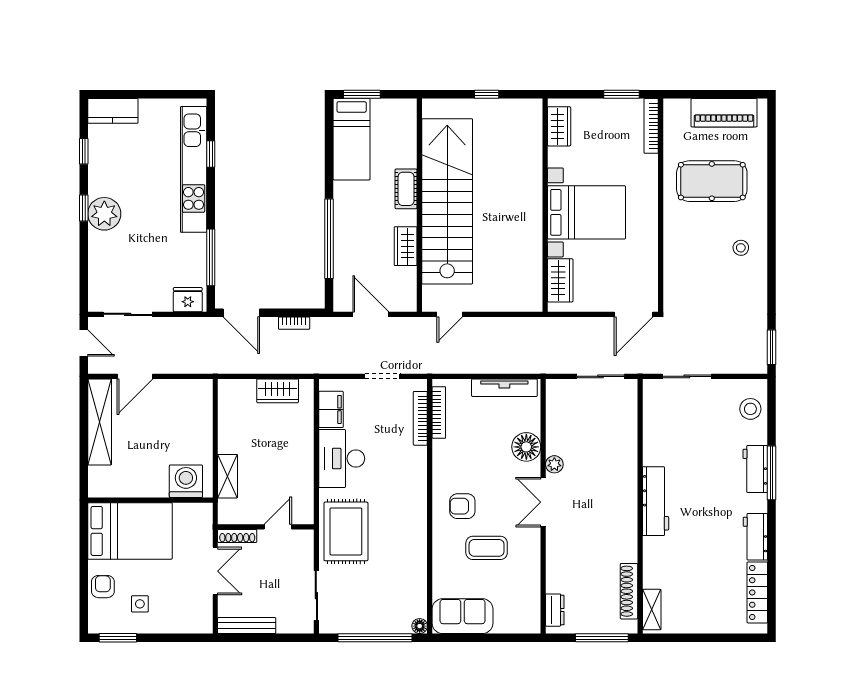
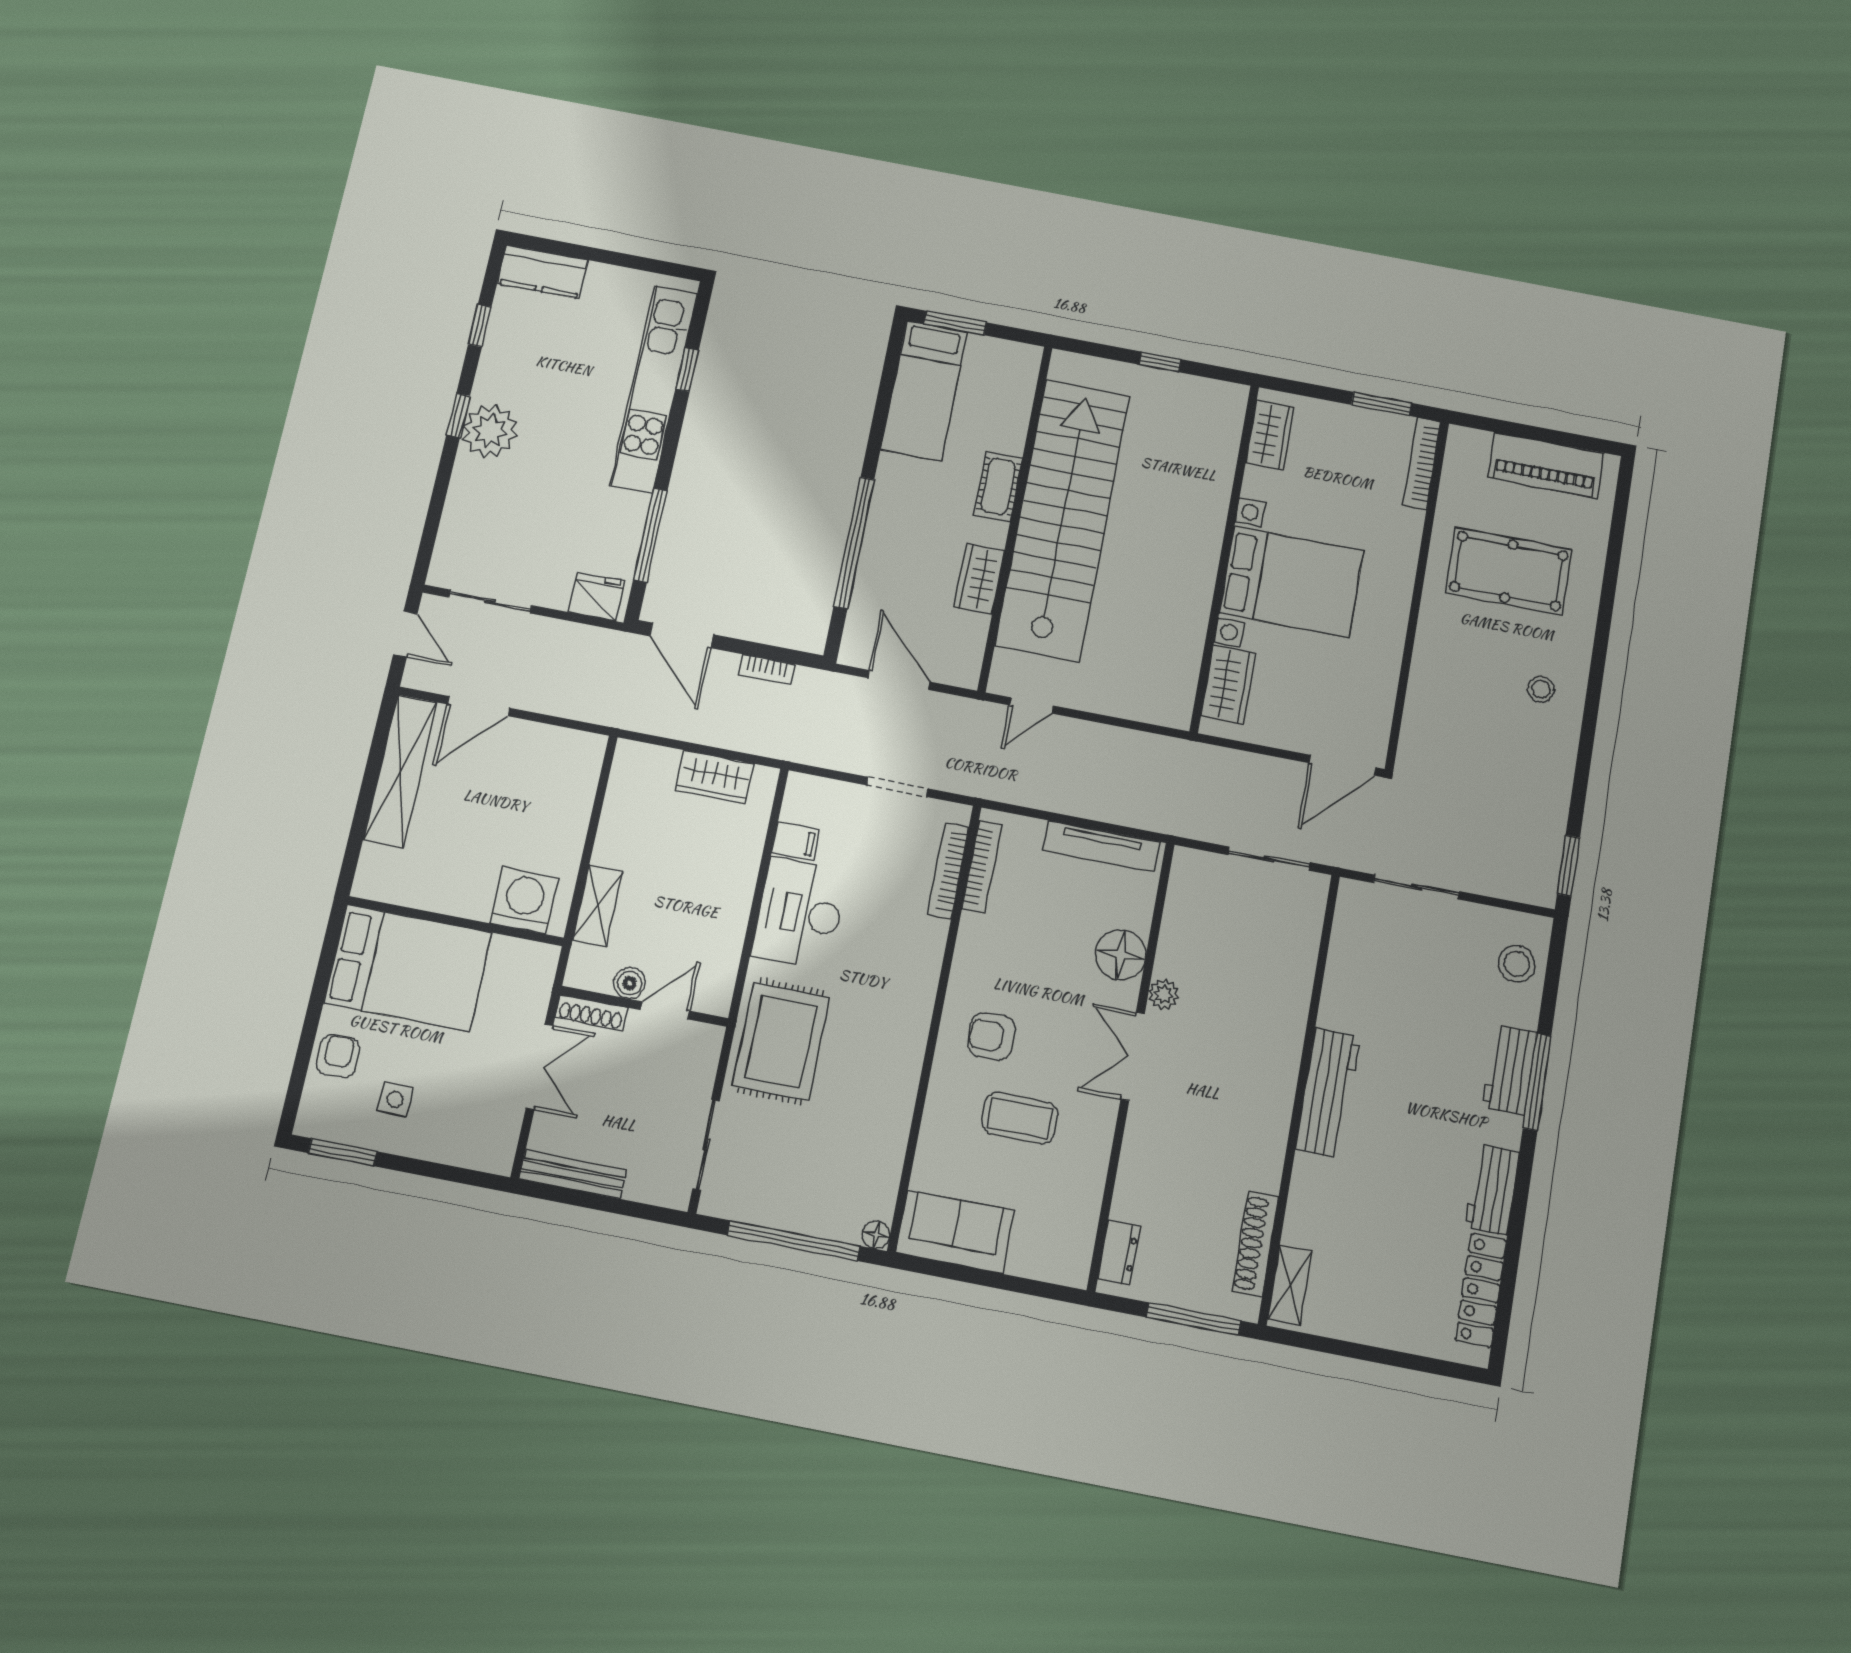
filing cabinet: (331, 409) -> (795, 842), width x0.50
boiler: (255, 516) -> (630, 983), added

